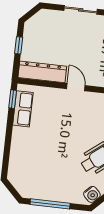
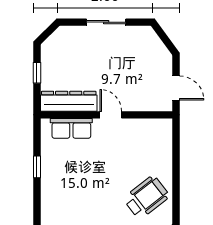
window: (13, 99) -> (37, 167), moved
row of seats: (23, 109) -> (71, 128), moved, turned 90

